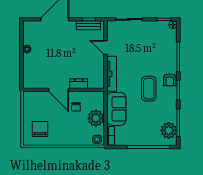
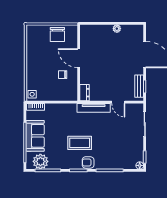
door: (105, 47) -> (118, 102), swing flipped
dresser: (79, 84) -> (84, 93), moved
door: (58, 90) -> (79, 58), hinge flipped
sofa: (116, 109) -> (35, 136), moved, turned -90
plant: (96, 118) -> (52, 93), removed
chair: (40, 129) -> (57, 35), moved, turned 90

